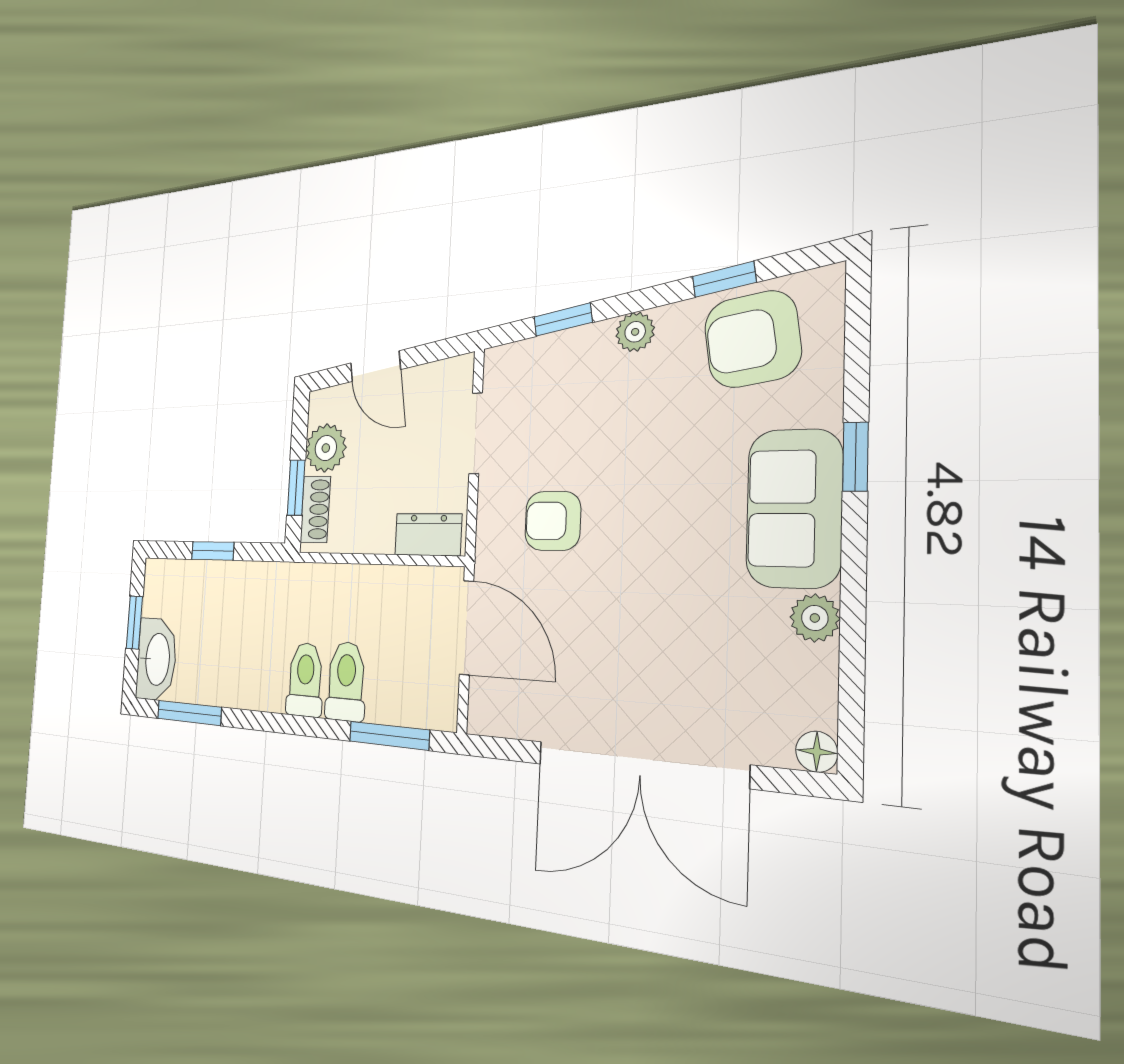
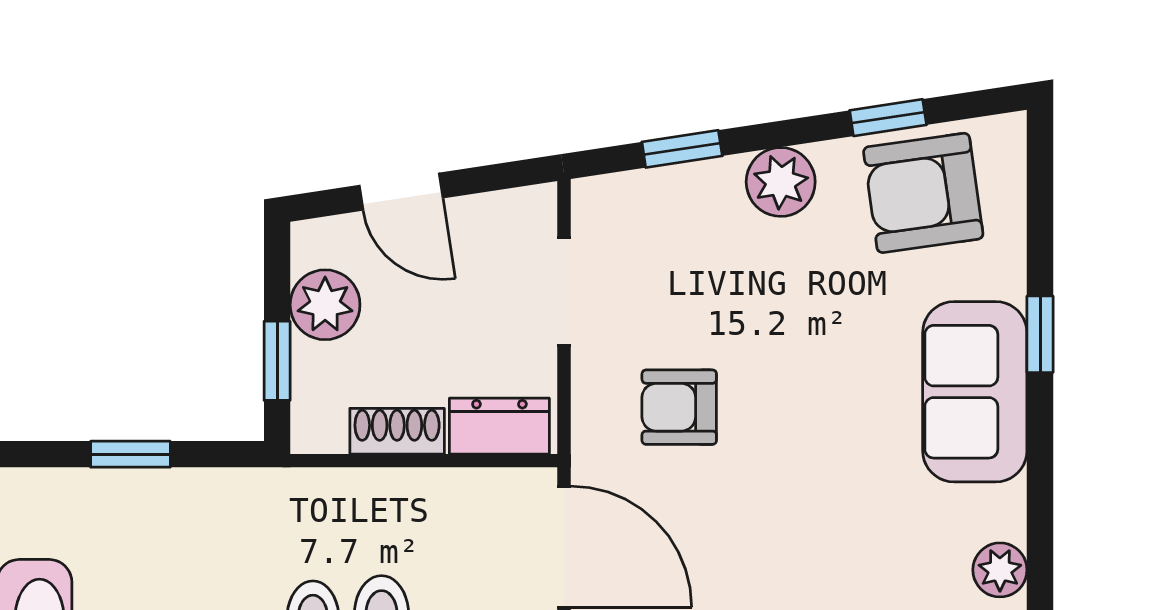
plant: (635, 332) -> (781, 182), width x1.38, depth x1.38
shoe rack: (315, 509) -> (397, 431), moved, turned -90
plant: (815, 618) -> (1000, 570), moved

